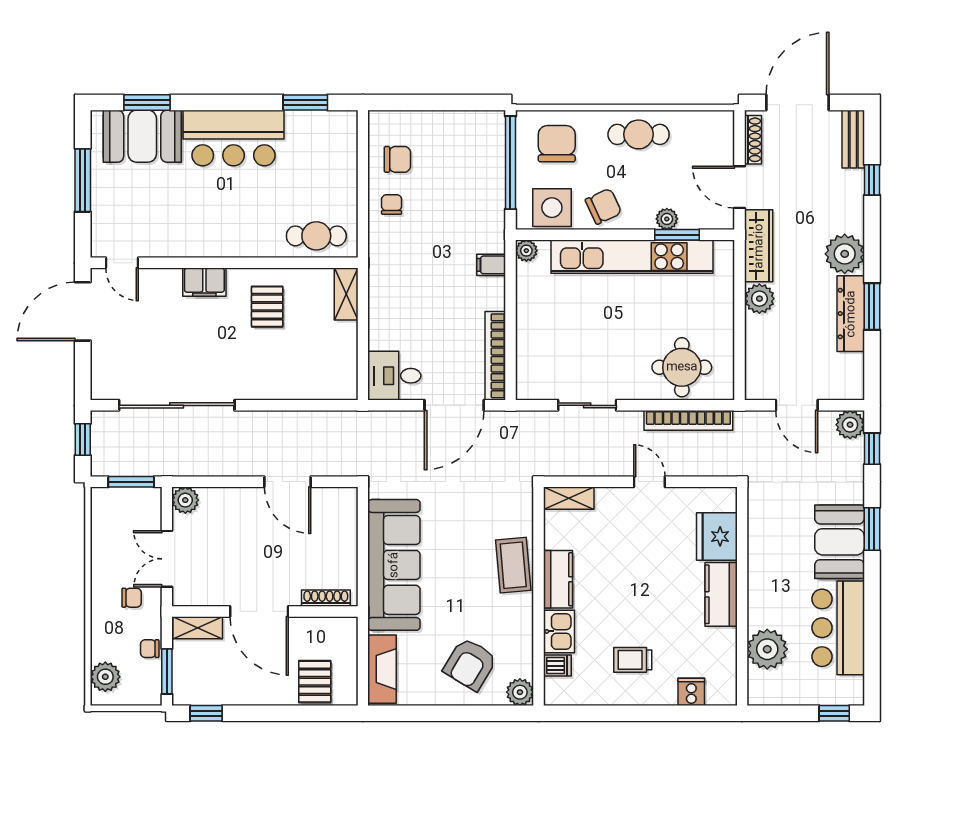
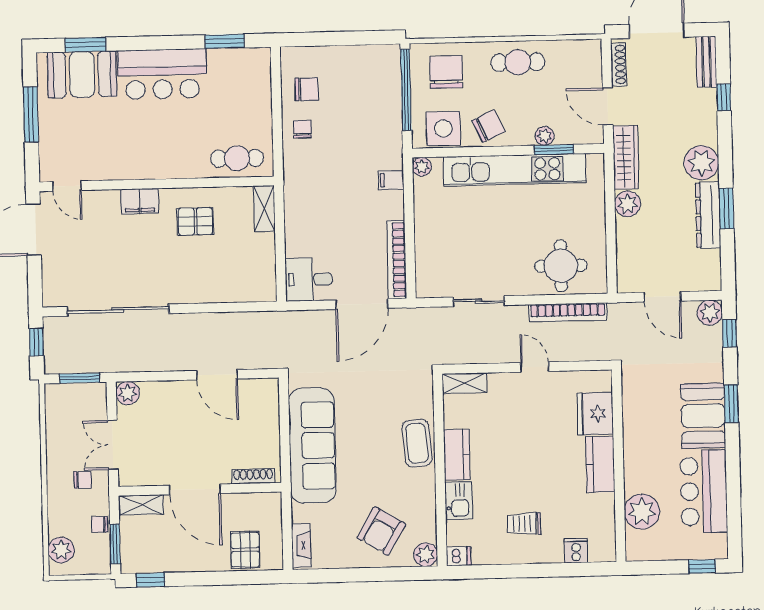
pallet: (267, 307) -> (195, 221), turned 90
dishwasher: (557, 666) -> (459, 556), moved
fireplace: (382, 669) -> (301, 545), width x0.73, depth x0.76

